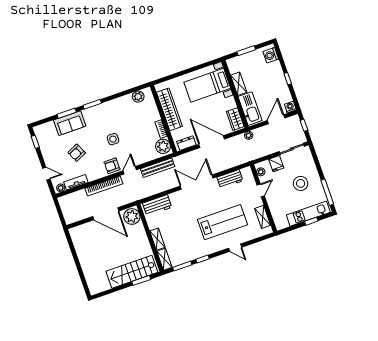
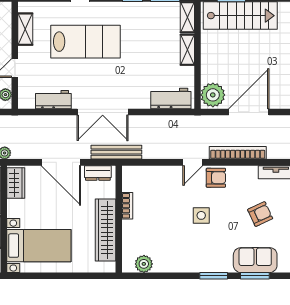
plant: (163, 146) -> (133, 180), removed
bench: (158, 168) -> (116, 152), moved
door: (106, 214) -> (249, 112), hinge flipped
lab bench: (222, 222) -> (85, 42), turned 180

